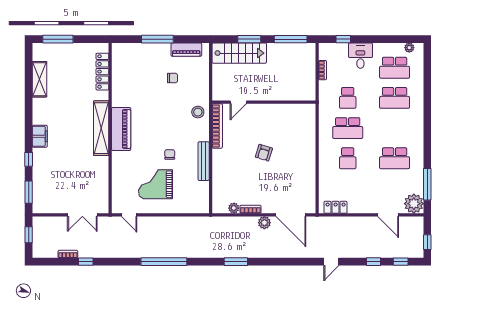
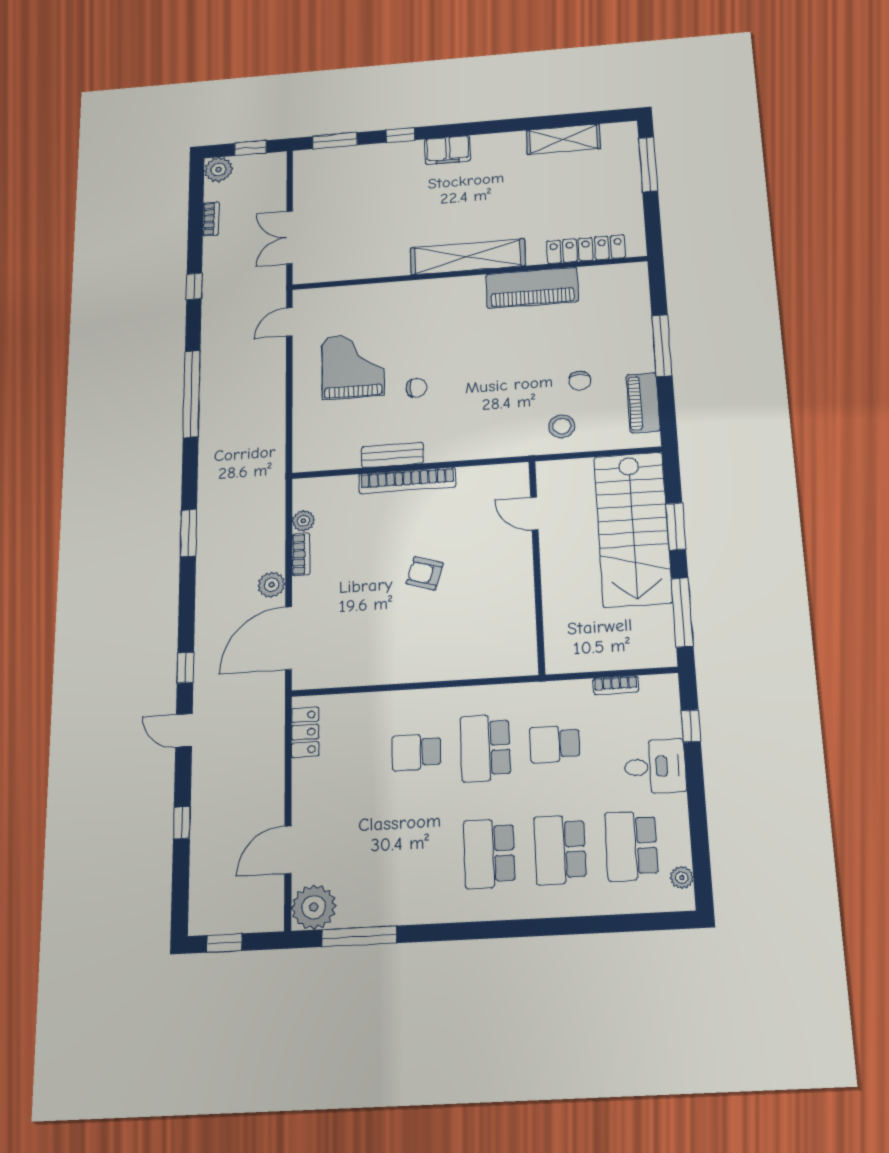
stairs: (239, 53) -> (633, 529), width x1.36, depth x1.51
stool: (198, 112) -> (562, 426), moved
bookcase: (217, 126) -> (407, 481), moved
piano: (121, 129) -> (532, 288), moved
school desk: (395, 158) -> (489, 853), moved
bench: (204, 161) -> (392, 455), width x0.73
plant: (40, 251) -> (219, 170), added
window: (86, 262) -> (194, 286), moved
window: (401, 262) -> (185, 668), moved

